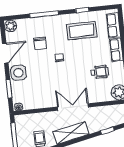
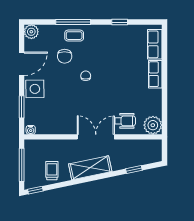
coffee table: (82, 31) -> (74, 36), moved, width x0.54, depth x0.58
wheelchair: (100, 72) -> (125, 121), moved

